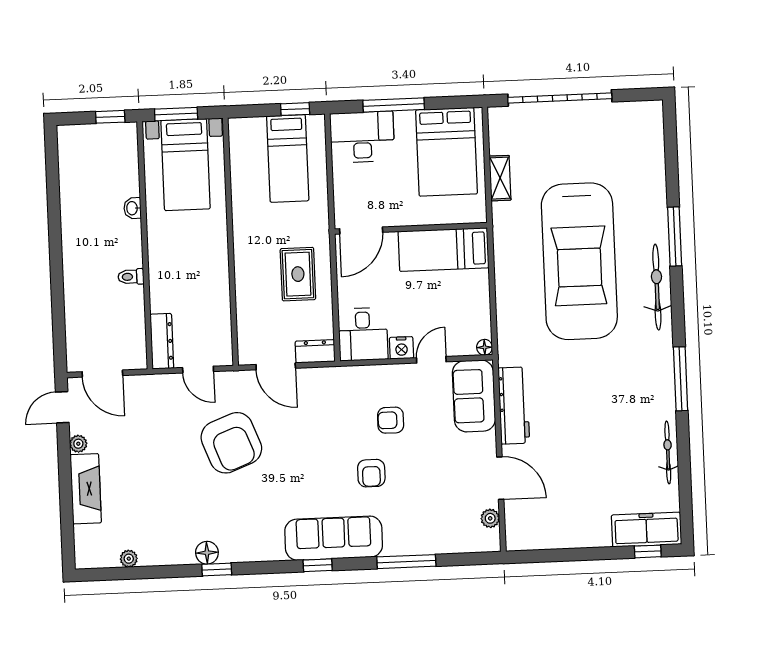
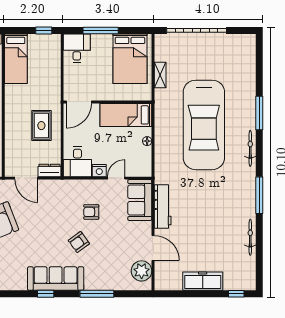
desk: (362, 137) -> (77, 48), width x0.73
bed: (288, 158) -> (16, 59), moved
bicycle: (657, 287) -> (250, 148), width x0.73, depth x0.71
floor lamp: (485, 347) -> (147, 141), moved
armchair: (371, 473) -> (79, 242), turned 54
plant: (490, 518) -> (142, 271), width x1.87, depth x1.87
freezer: (646, 530) -> (203, 281), moved

